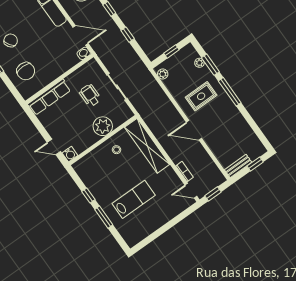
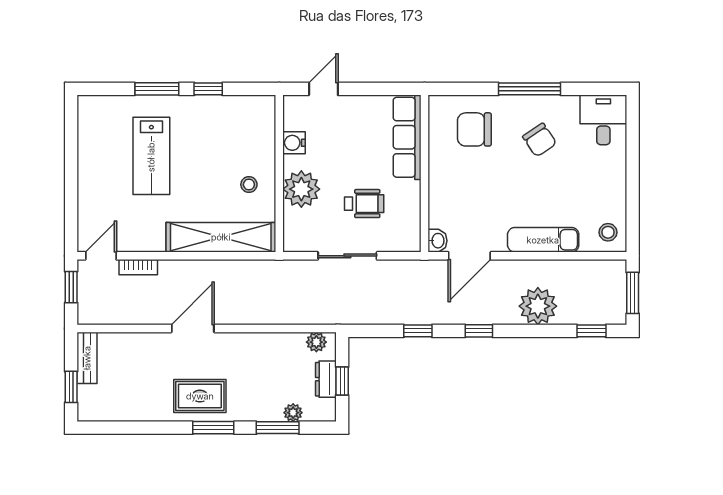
dresser: (176, 59) -> (326, 379), added
window: (230, 92) -> (213, 428), width x0.69
rug: (201, 96) -> (200, 396), moved, turned 90
water cooler: (70, 154) -> (294, 143), moved

